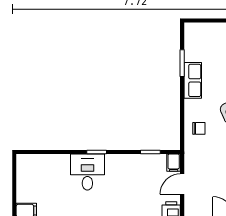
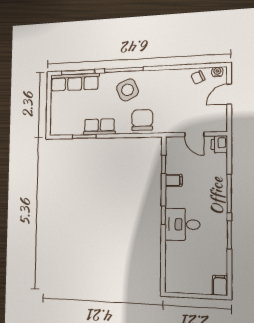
chair: (199, 128) -> (142, 120), width x1.87, depth x1.87
filing cabinet: (174, 163) -> (174, 180), moved

